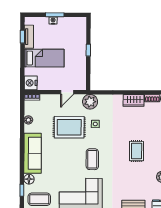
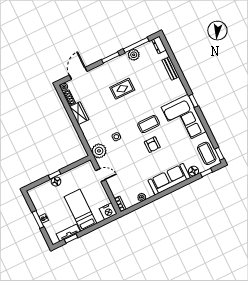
floor lamp: (81, 49) -> (56, 181), added
rug: (69, 127) -> (130, 158), removed
armchair: (72, 153) -> (152, 145), added

